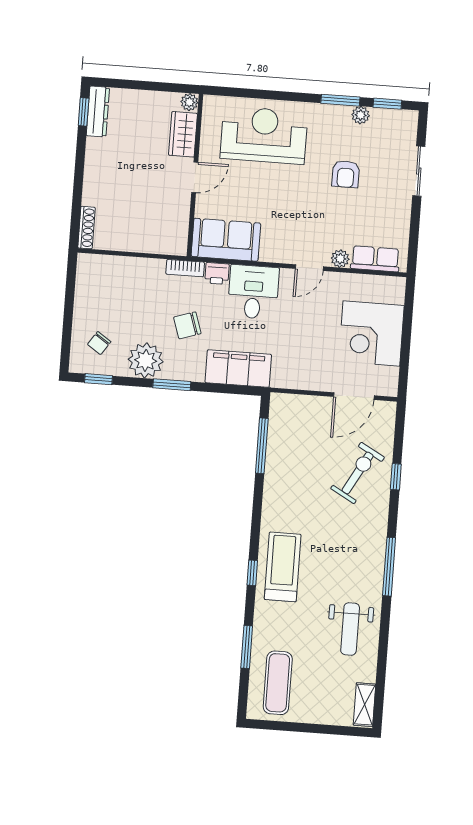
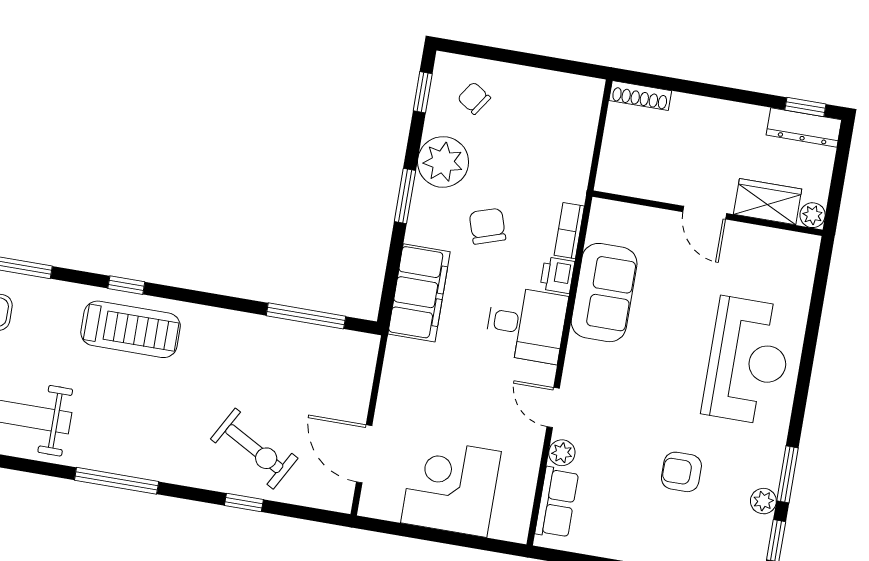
plant: (189, 102) -> (813, 215), moved
wardrobe: (183, 134) -> (768, 202), moved
wall: (195, 175) -> (708, 213), moved
door: (195, 177) -> (705, 213), moved

